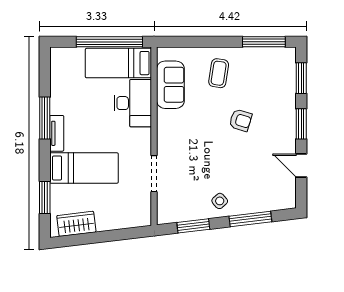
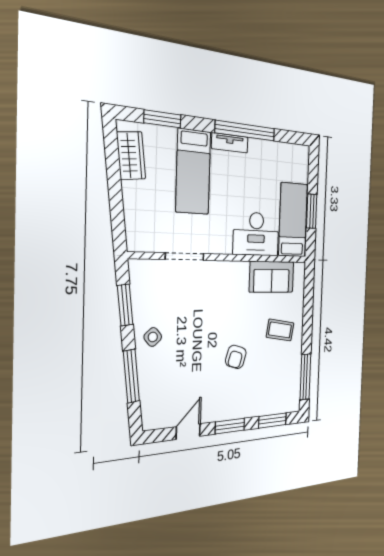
window: (109, 42) -> (312, 211), width x0.47
window: (45, 118) -> (245, 131), width x1.46

